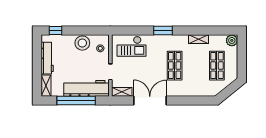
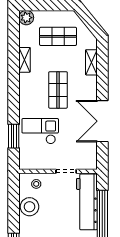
window: (163, 31) -> (14, 136), moved
checkout: (132, 46) -> (40, 131), moved, turned -90
shop shelf: (175, 66) -> (58, 90), turned 90
shelving: (122, 92) -> (91, 62), moved

